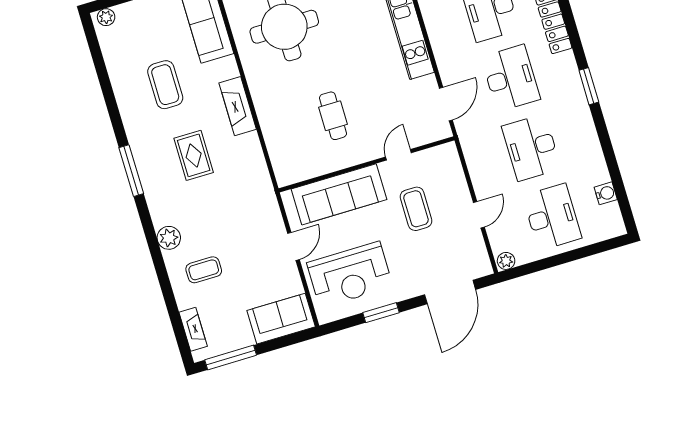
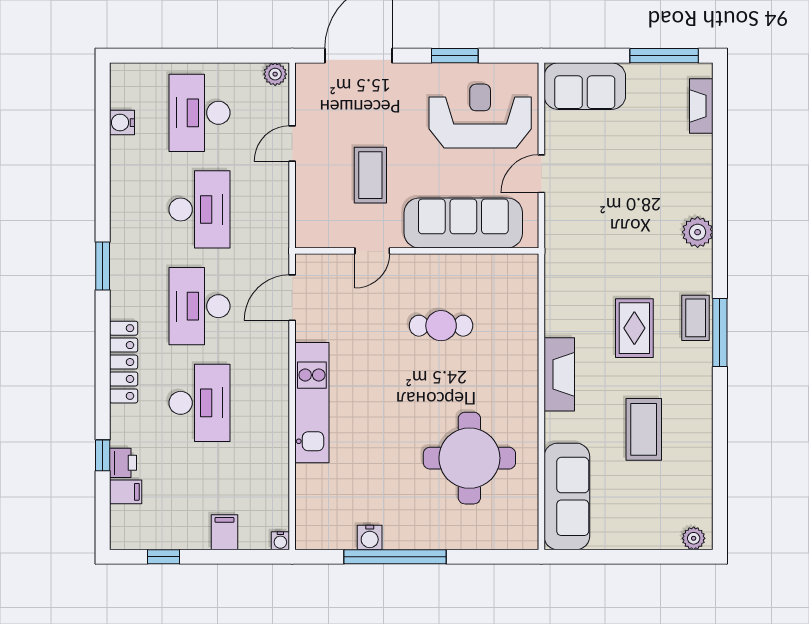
cafe table: (333, 116) -> (441, 326), turned 90
coffee table: (204, 270) -> (696, 318), moved, turned 90

